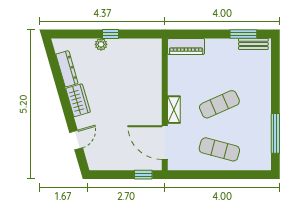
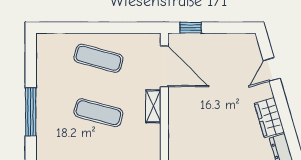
exercise mat: (219, 104) -> (98, 113), turned 39
window: (275, 133) -> (31, 112), moved

